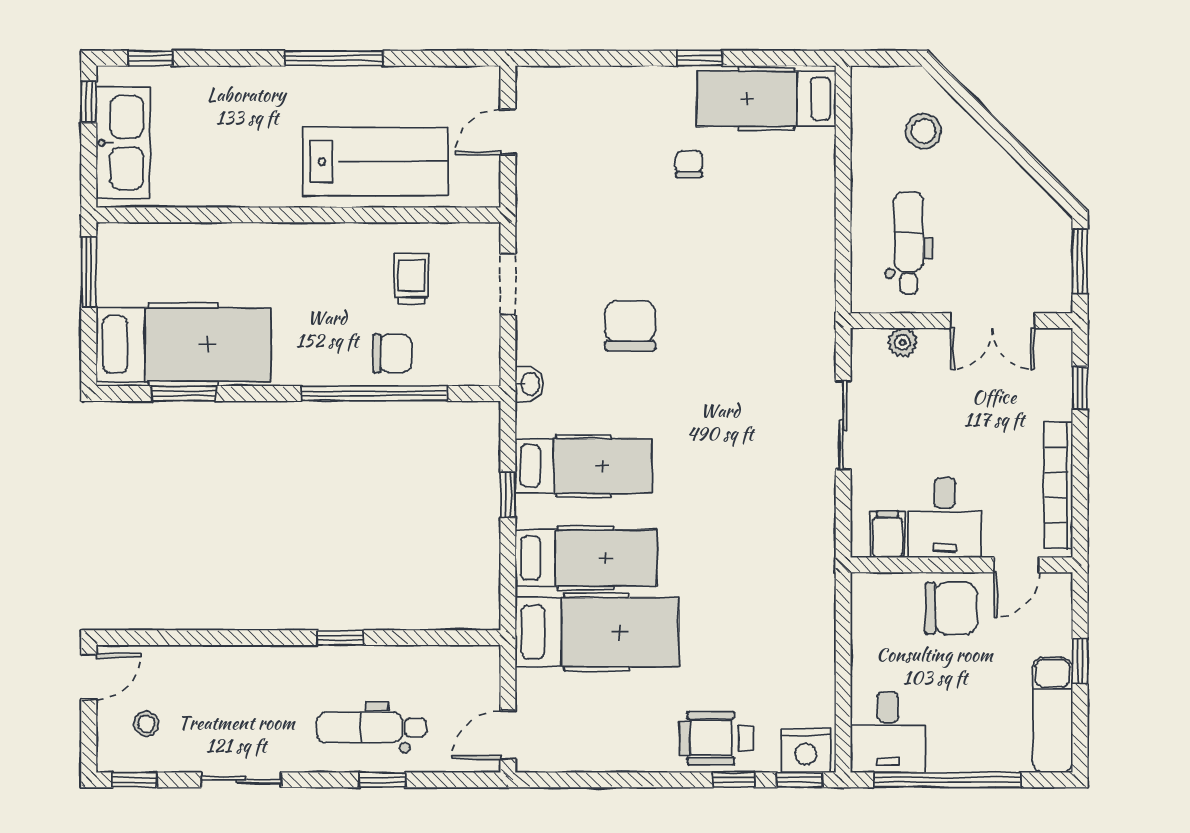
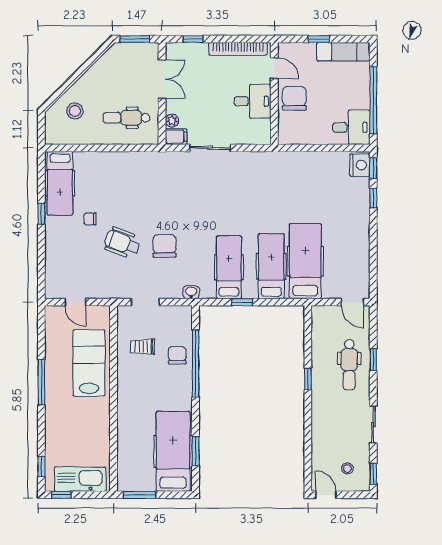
chair: (630, 326) -> (165, 246), turned 90
filing cabinet: (887, 534) -> (176, 137), moved, turned 180
wheelchair: (717, 738) -> (122, 243), moved, turned 111

